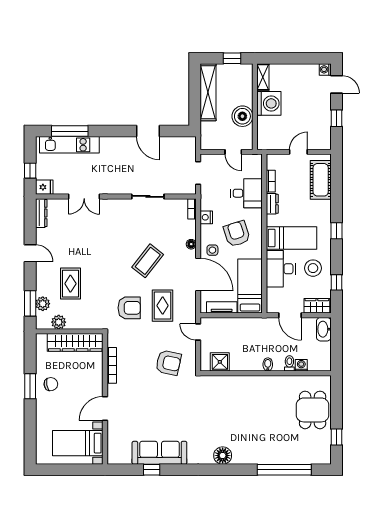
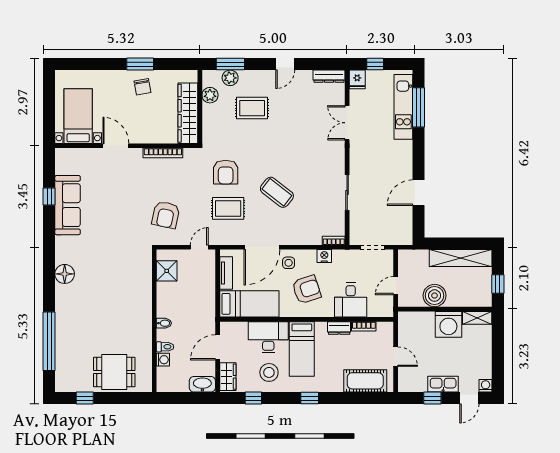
kitchen sink: (324, 108) -> (443, 384), added
floor lamp: (191, 244) -> (295, 240), removed

